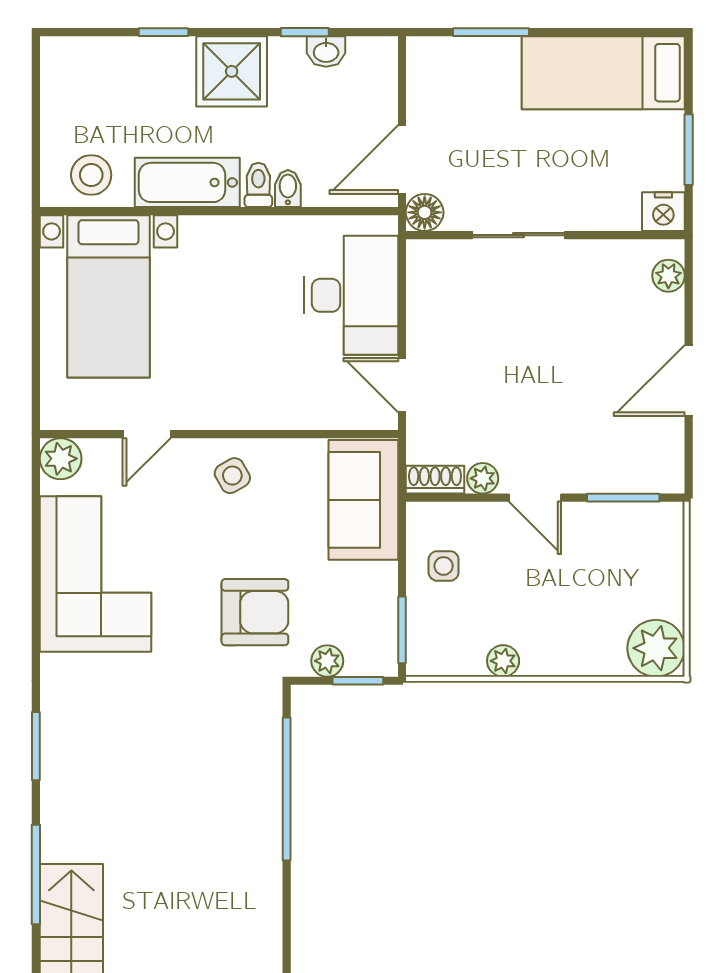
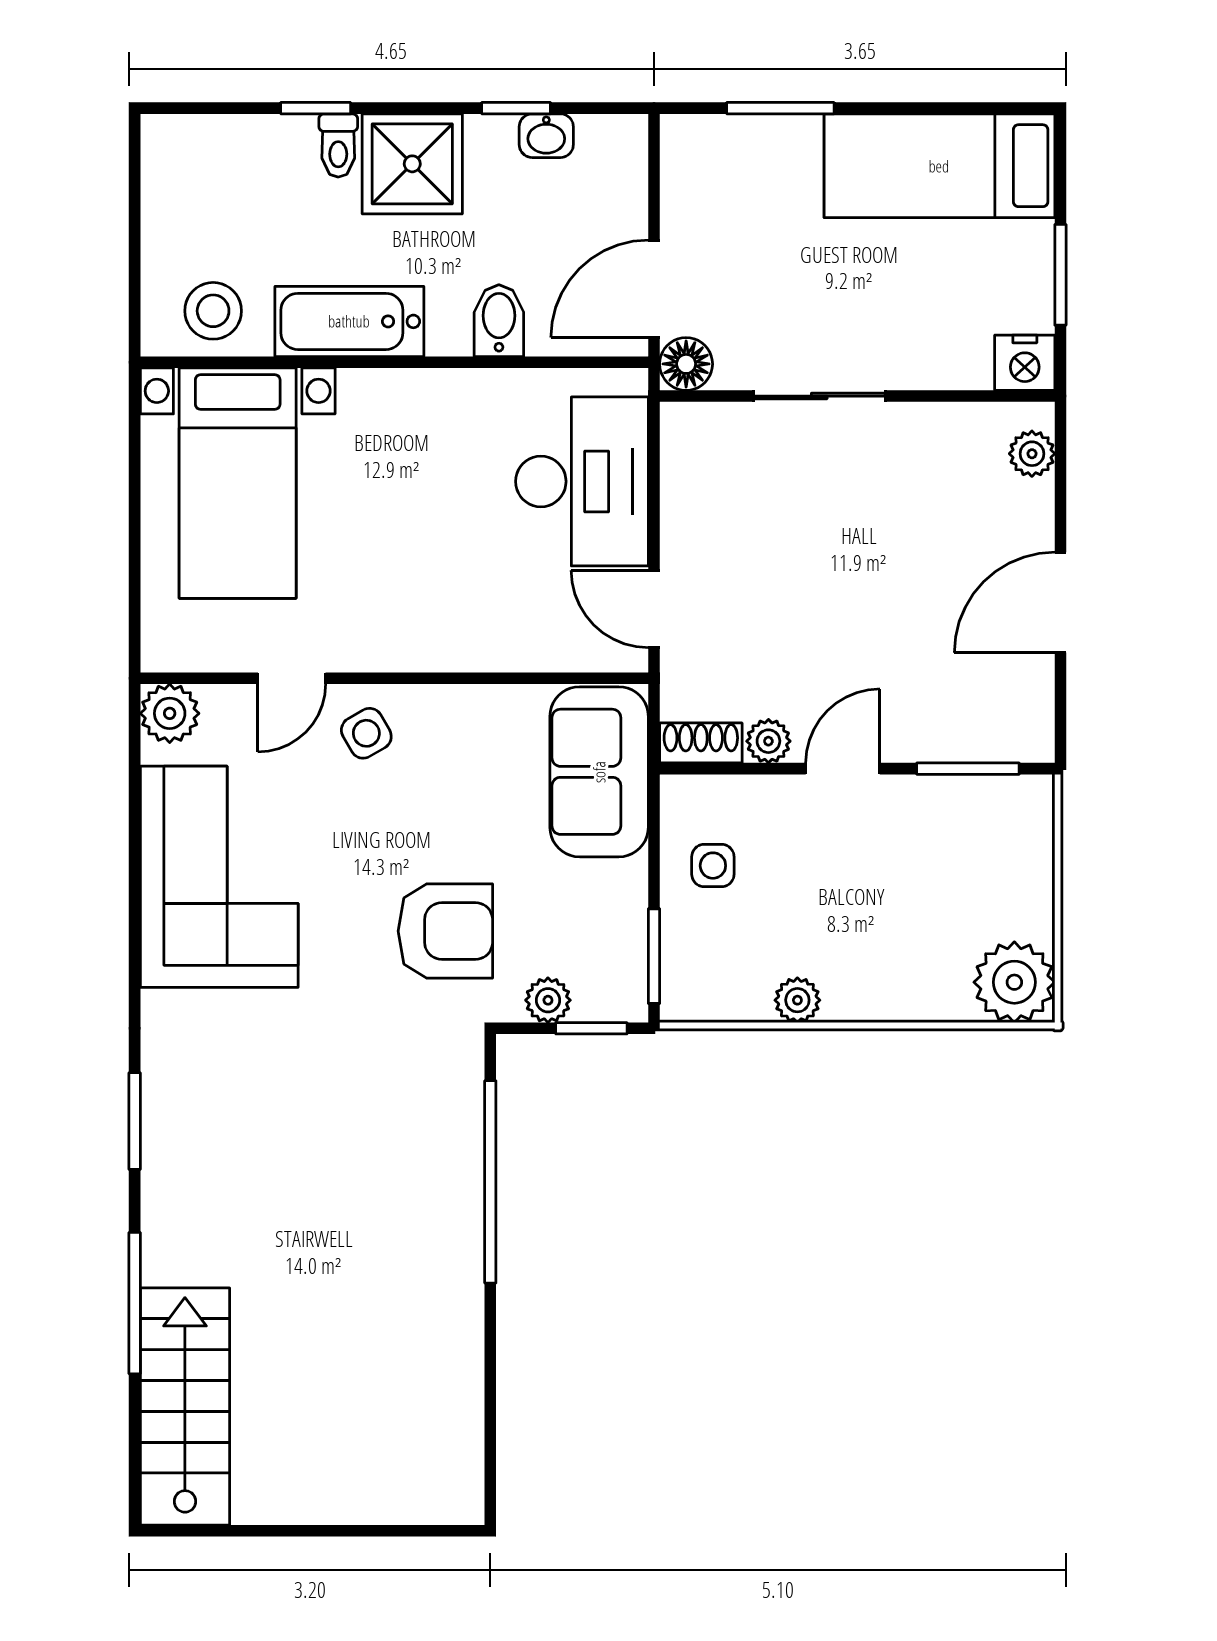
toilet: (258, 185) -> (338, 145), moved, turned 180
bidet: (288, 189) -> (499, 321), width x1.38, depth x1.36
side table: (232, 476) -> (366, 733), moved
door: (535, 498) -> (843, 769), swing flipped

